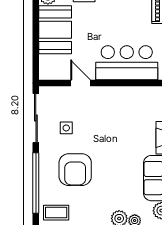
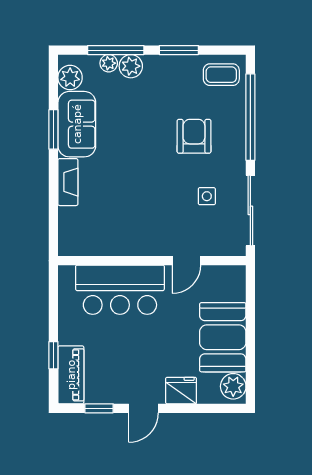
door: (80, 83) -> (186, 261), hinge flipped
armchair: (75, 170) -> (194, 136), width x0.73, depth x0.73

